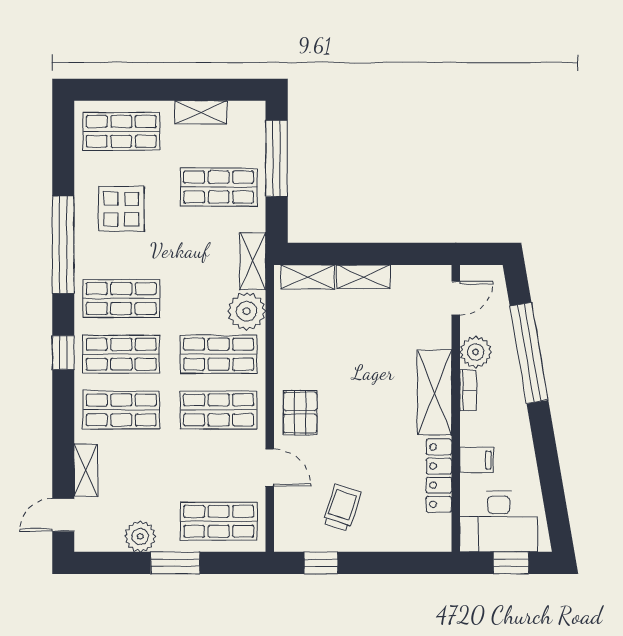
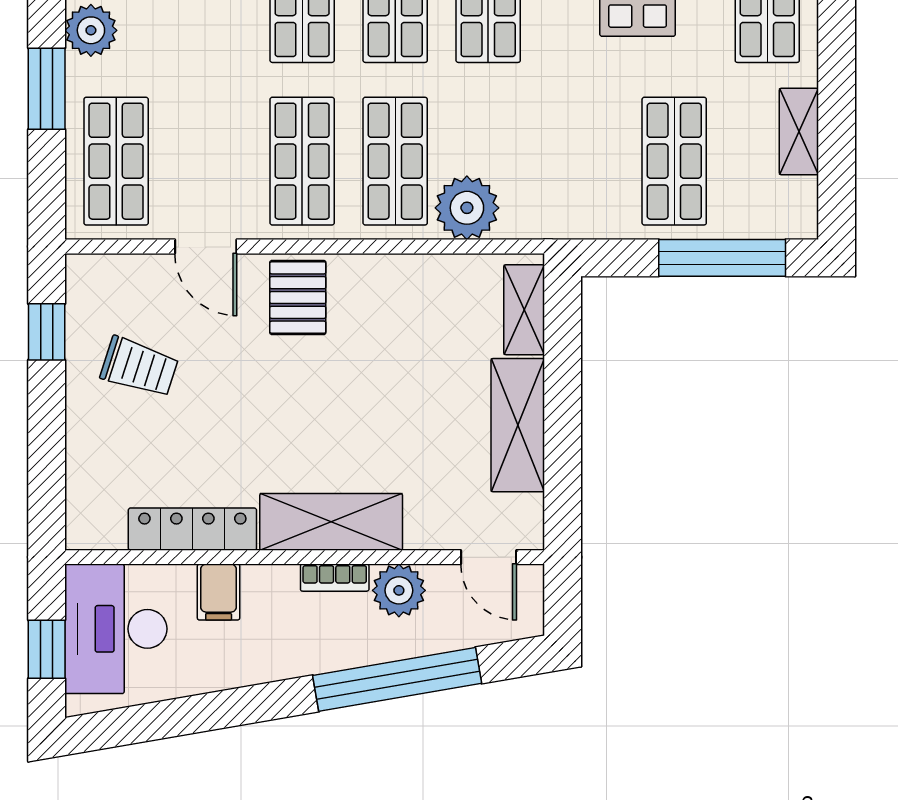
shelving: (253, 261) -> (550, 218), removed
shelving: (363, 277) -> (518, 425), width x1.50, depth x1.33
pallet: (300, 413) -> (298, 297), turned 90
door: (270, 468) -> (206, 247), hinge flipped

